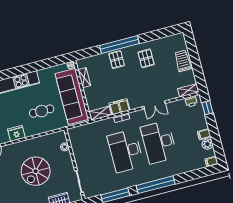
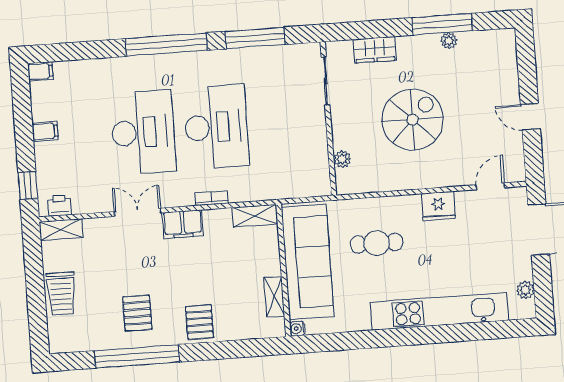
window: (119, 44) -> (137, 356), moved
filing cabinet: (119, 107) -> (183, 224), moved
plant: (207, 144) -> (42, 109), removed

